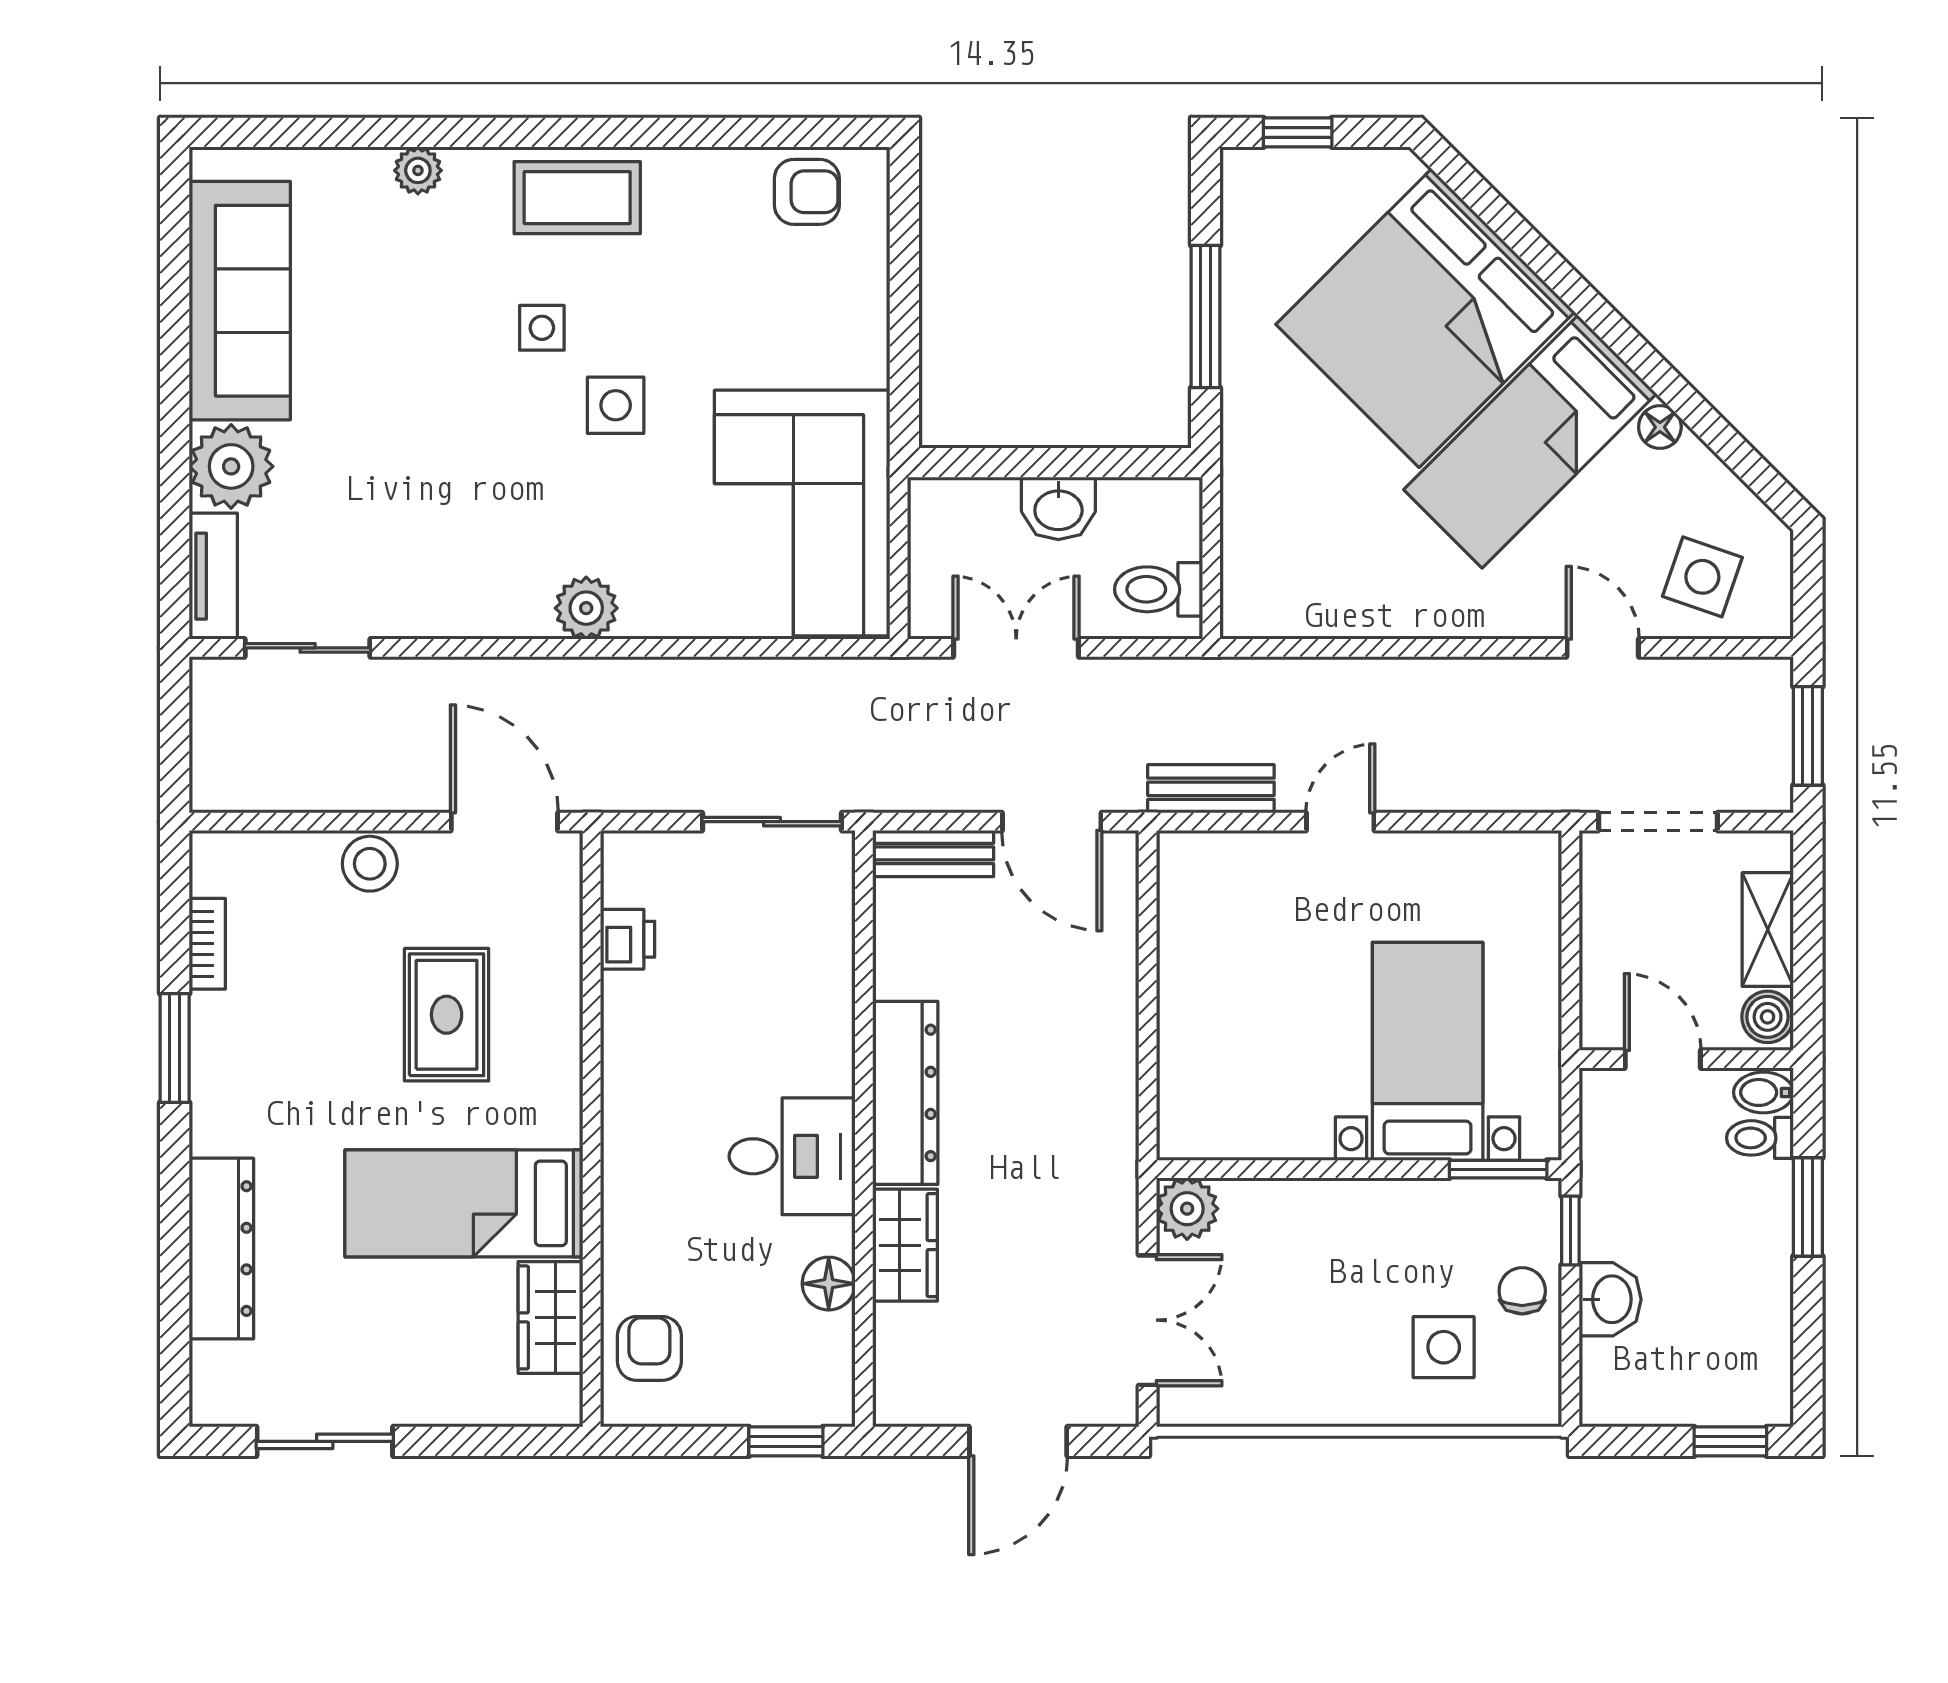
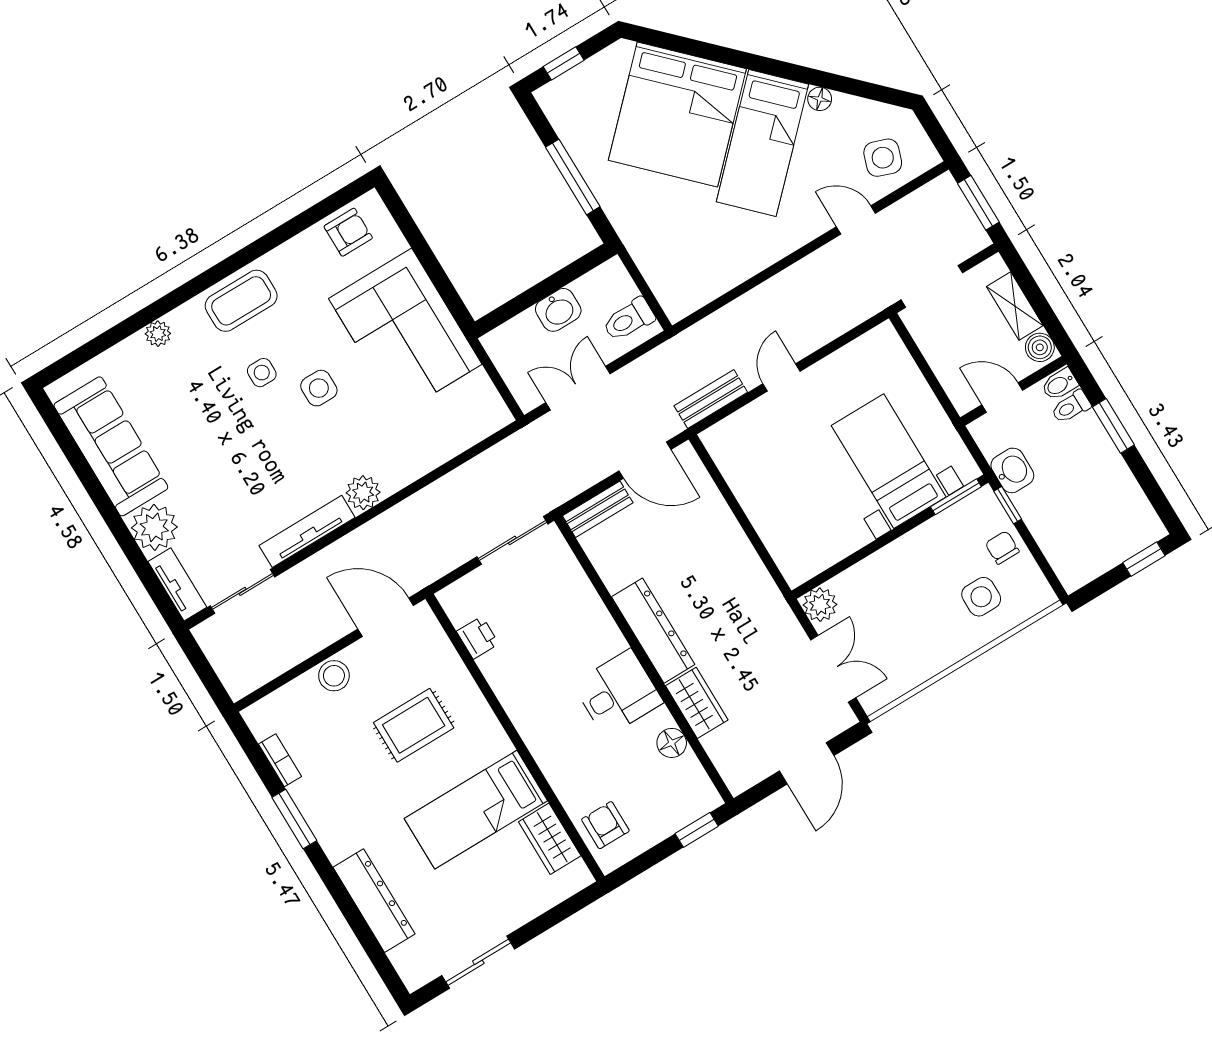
corner sofa: (802, 513) -> (405, 331), moved
tv unit: (463, 616) -> (307, 531), added
rug: (447, 1015) -> (414, 725), turned 90
washbasin: (1610, 1299) -> (1012, 470), moved

